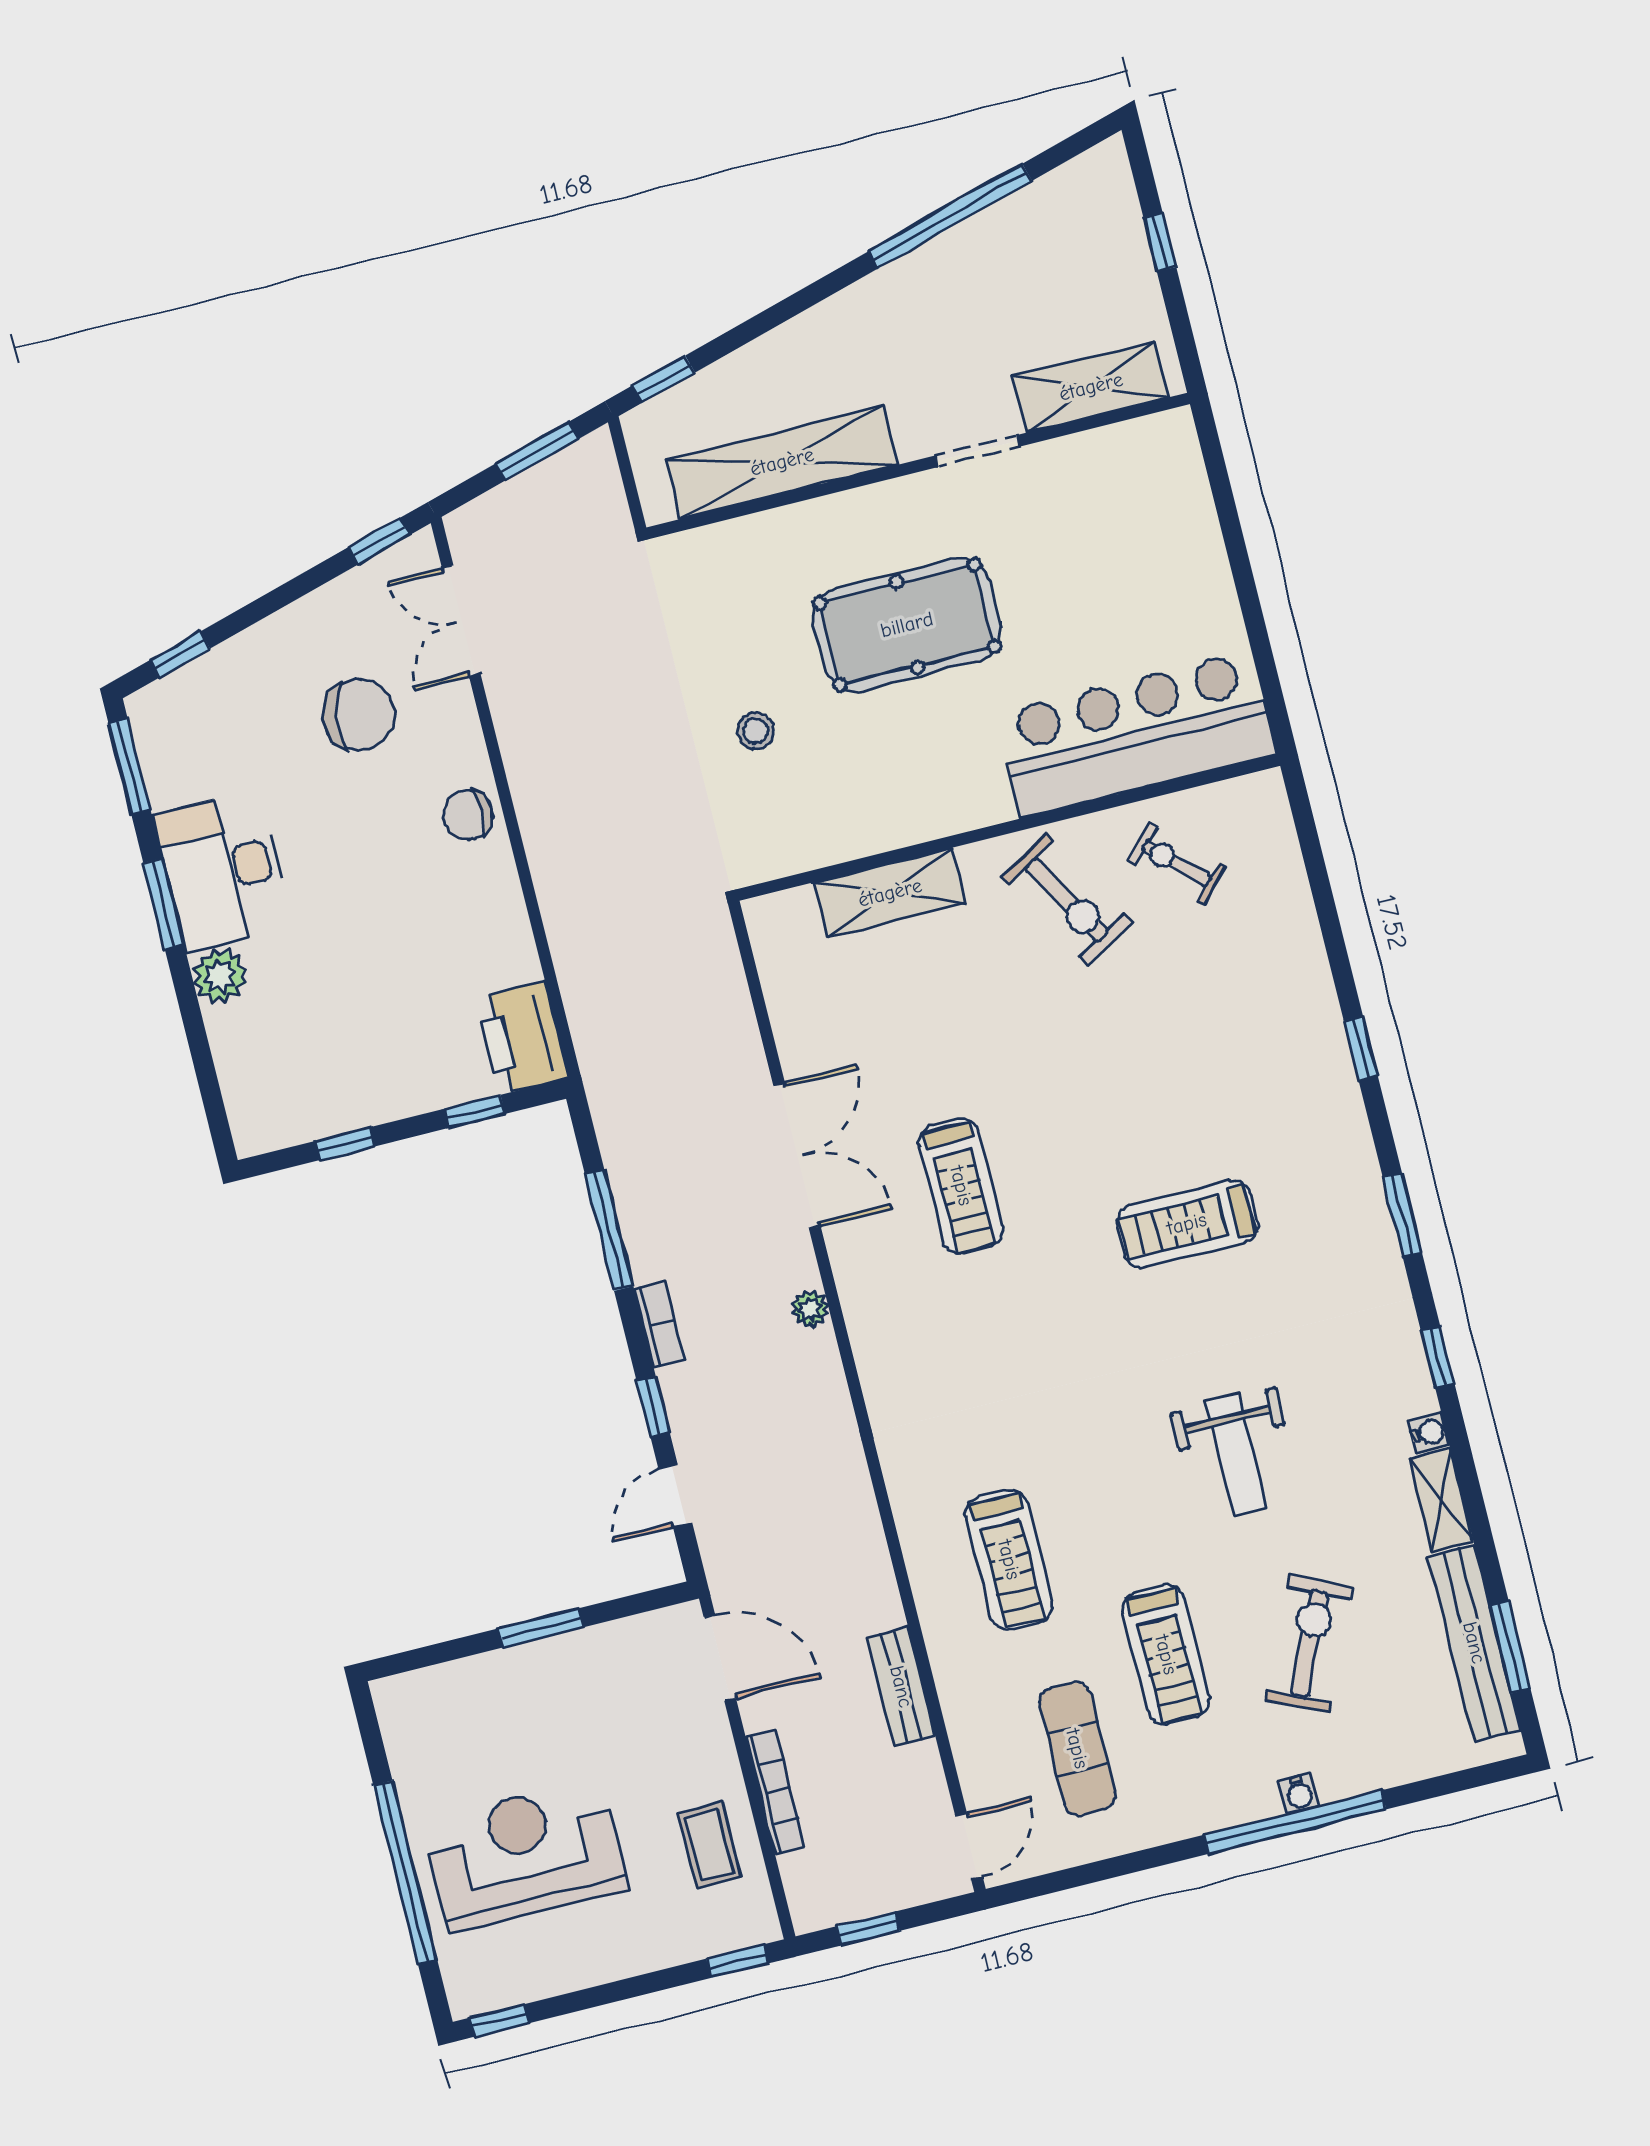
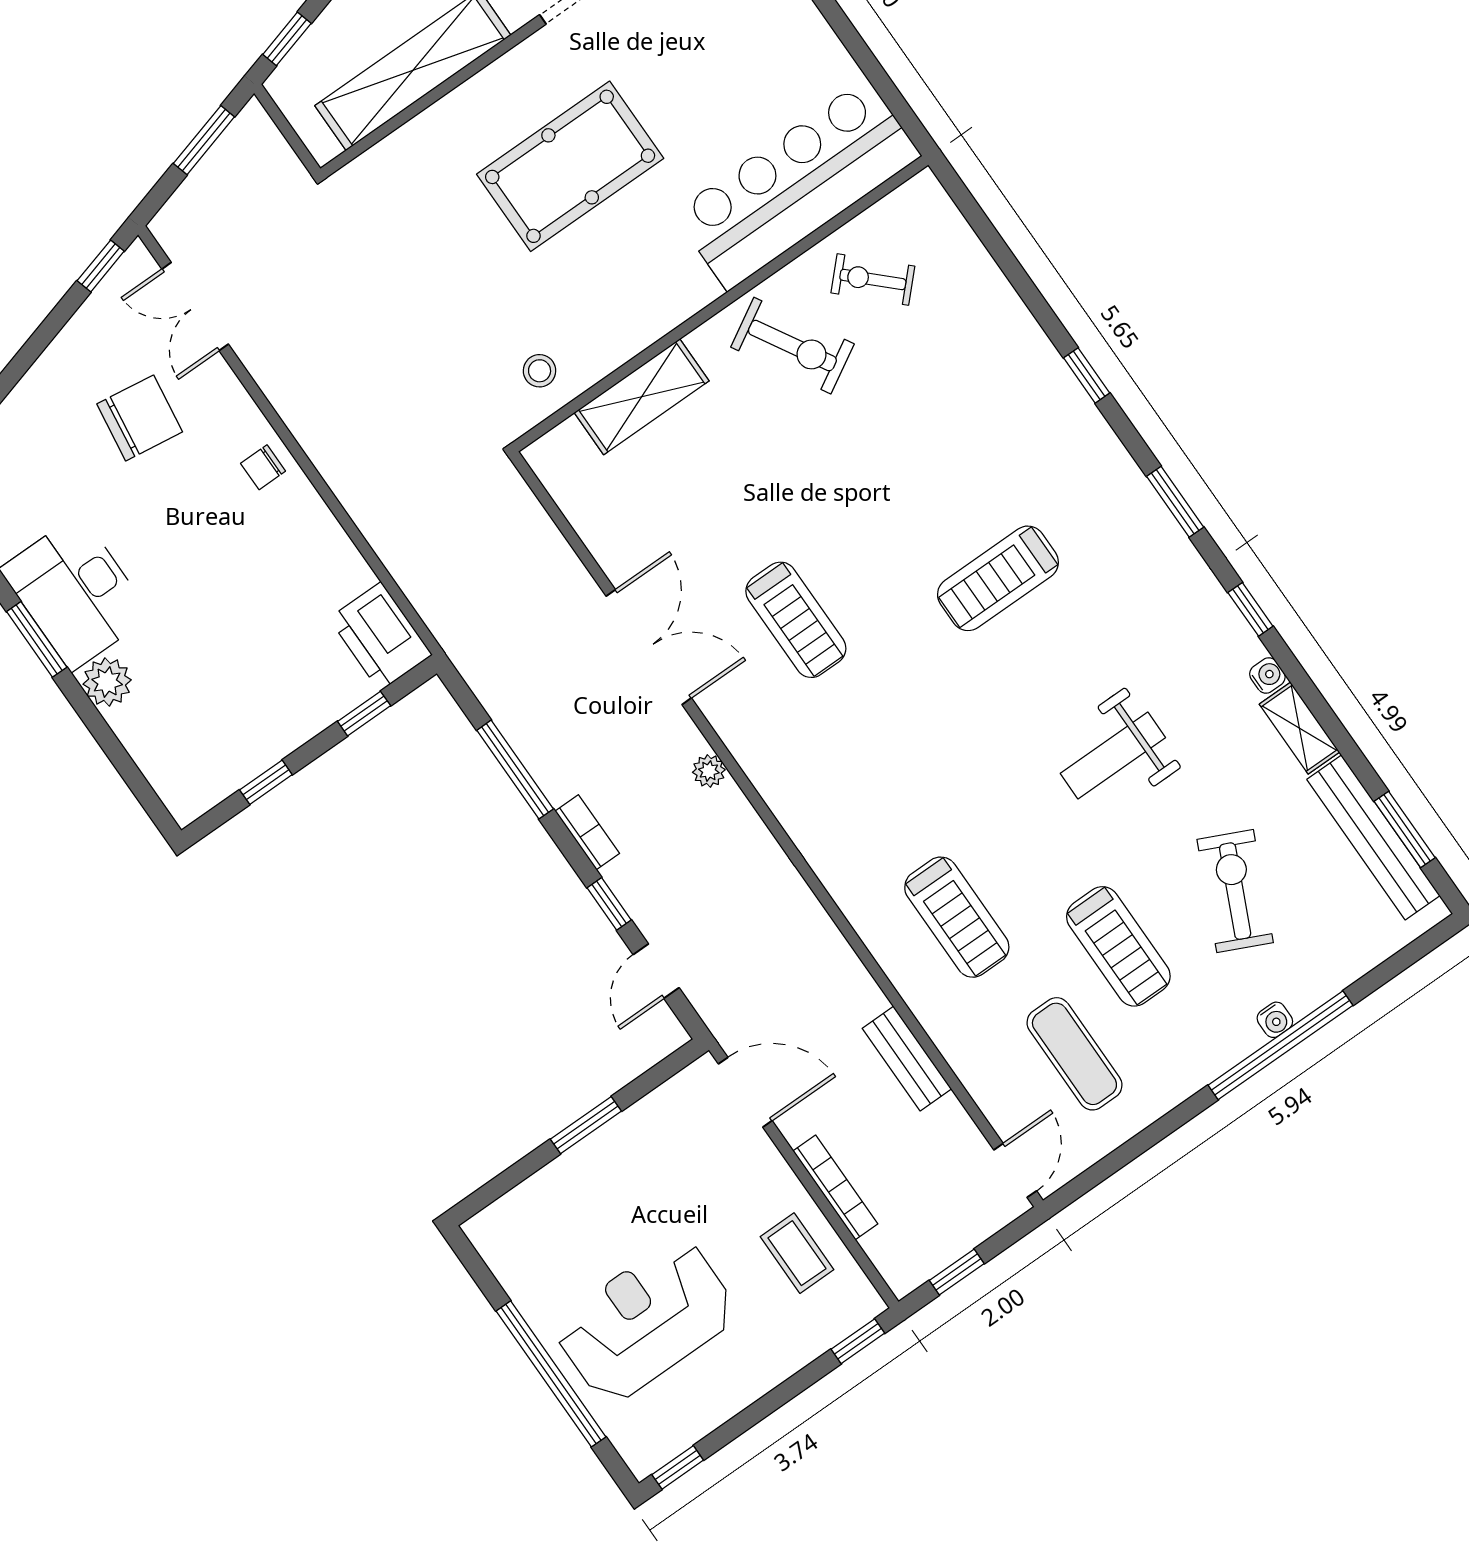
stool: (756, 731) -> (540, 371), moved
chair: (468, 815) -> (263, 467), width x0.73, depth x0.73
weight bench: (1236, 1454) -> (1113, 756), turned 90

